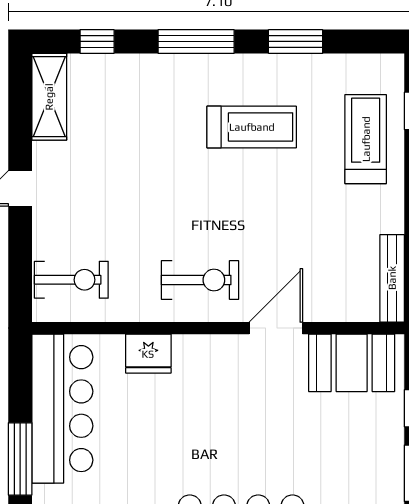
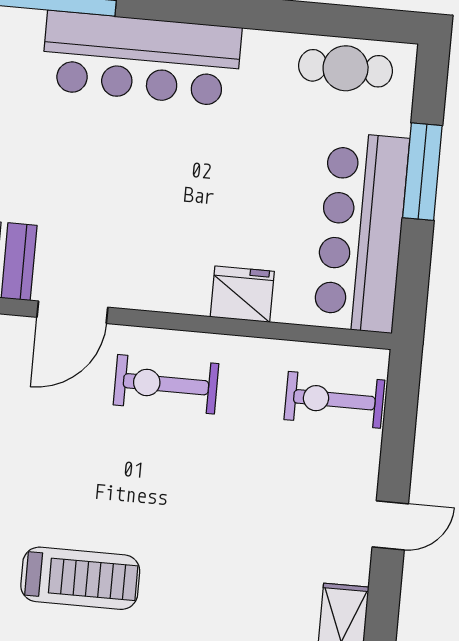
treadmill: (252, 127) -> (80, 578), turned 180

